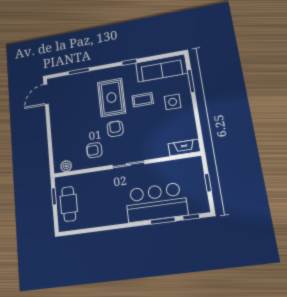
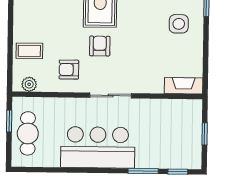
coffee table: (143, 100) -> (29, 51), moved
bar counter: (156, 202) -> (98, 147), moved

